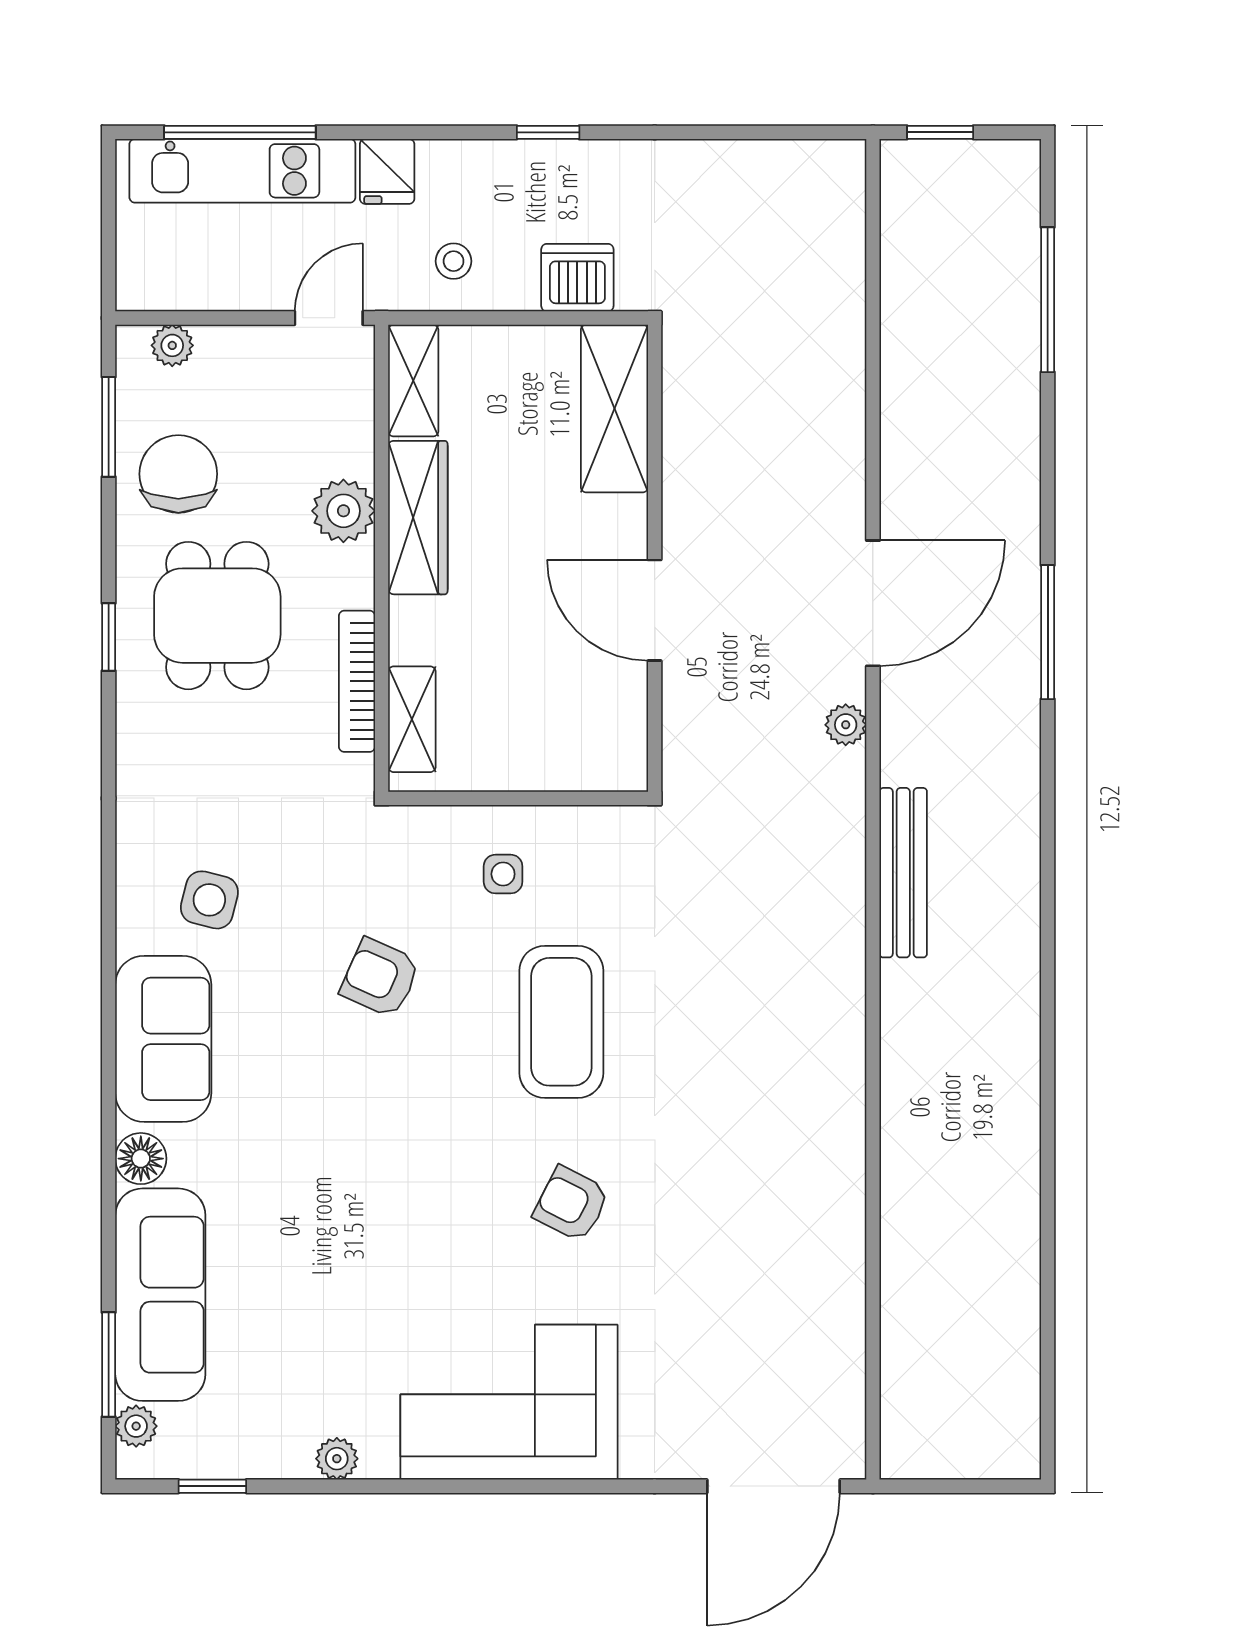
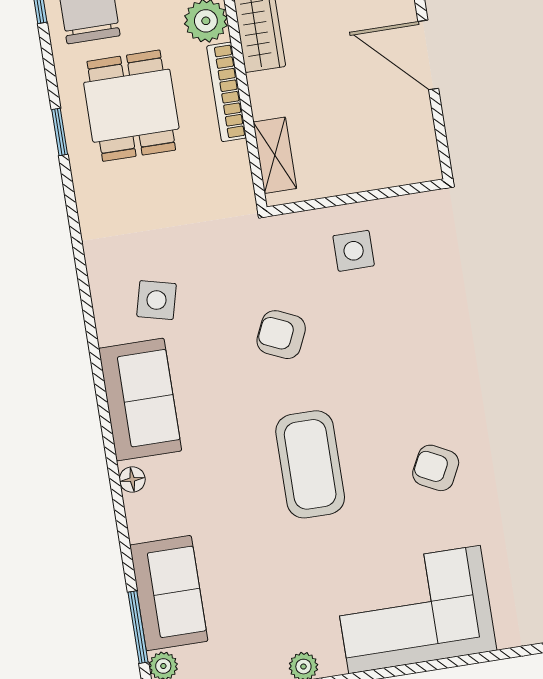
bookcase: (357, 681) -> (227, 92), moved
side table: (503, 874) -> (354, 251), width x1.37, depth x1.37
coffee table: (561, 1022) -> (310, 464), moved
floor lamp: (141, 1159) -> (132, 479), width x0.73, depth x0.73
sofa: (160, 1295) -> (169, 593), width x0.73

